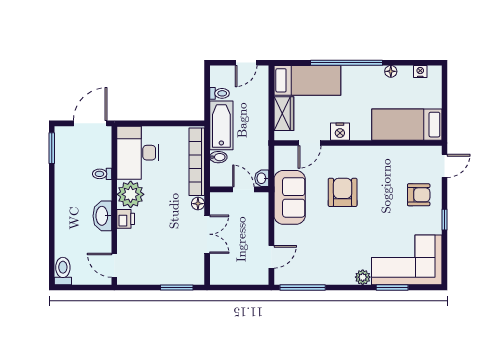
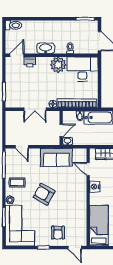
armchair: (343, 192) -> (44, 194), moved, turned -151
printer: (126, 219) -> (30, 62), moved
coffee table: (333, 265) -> (17, 182), added

